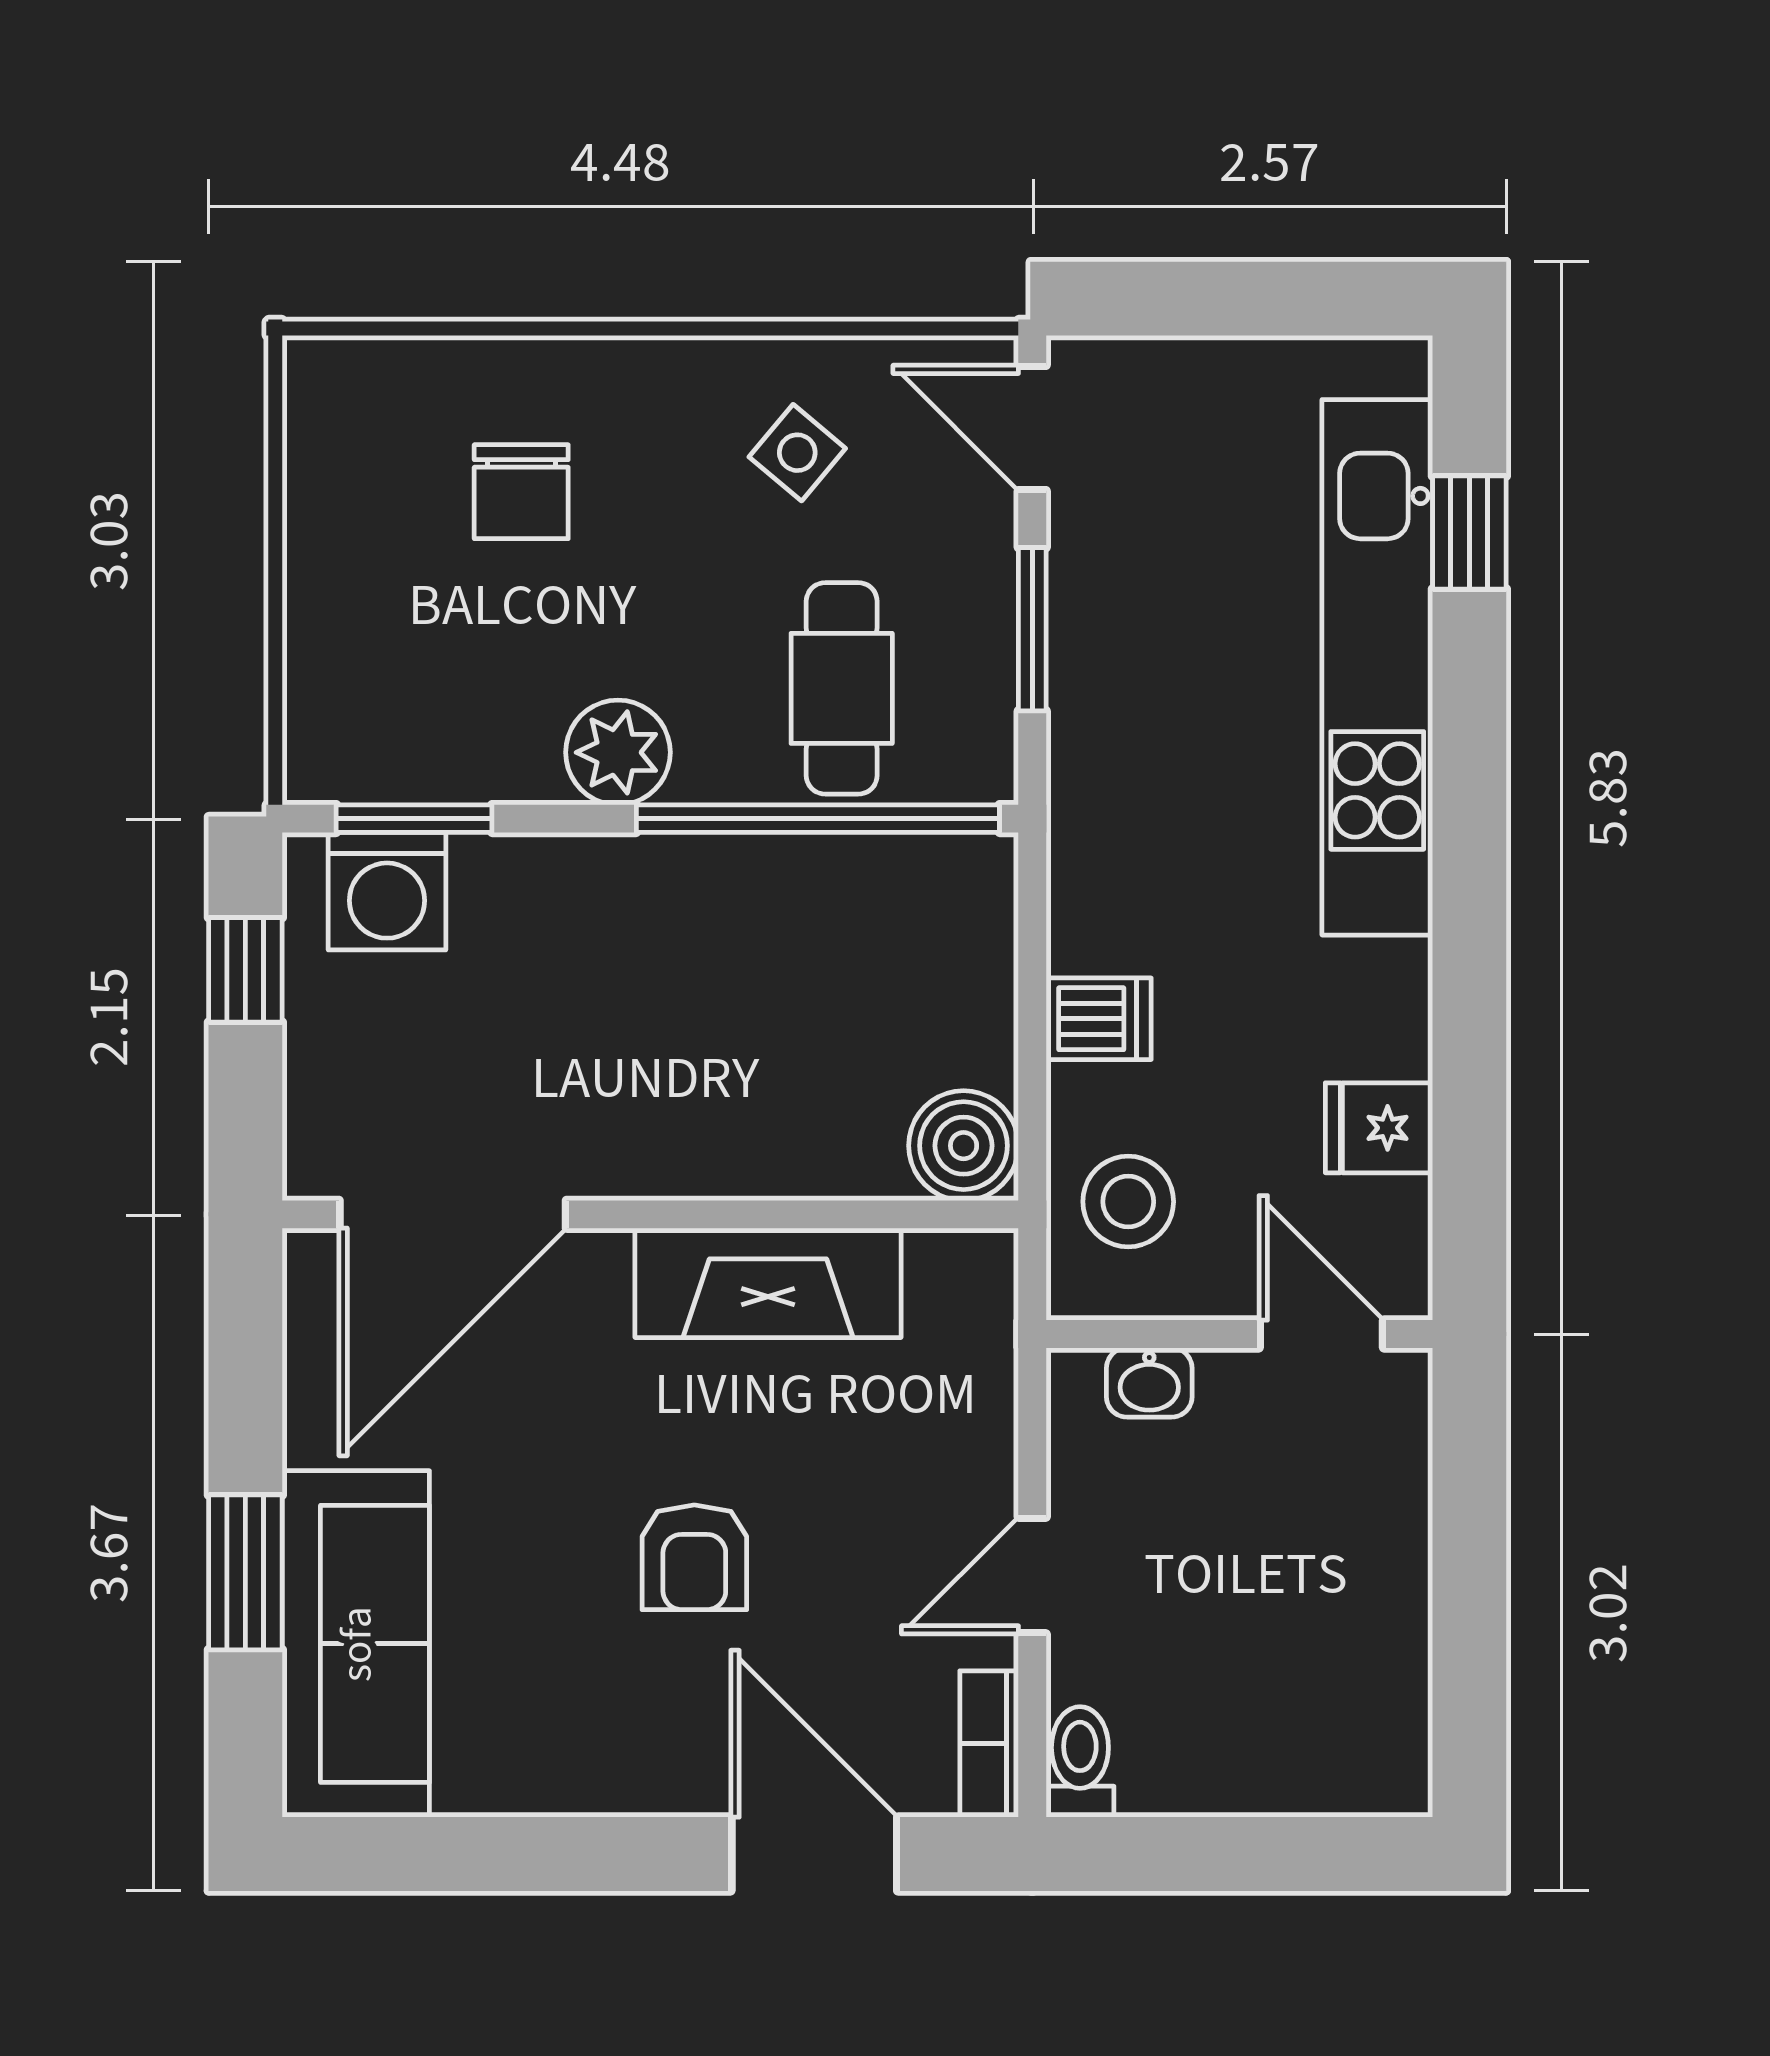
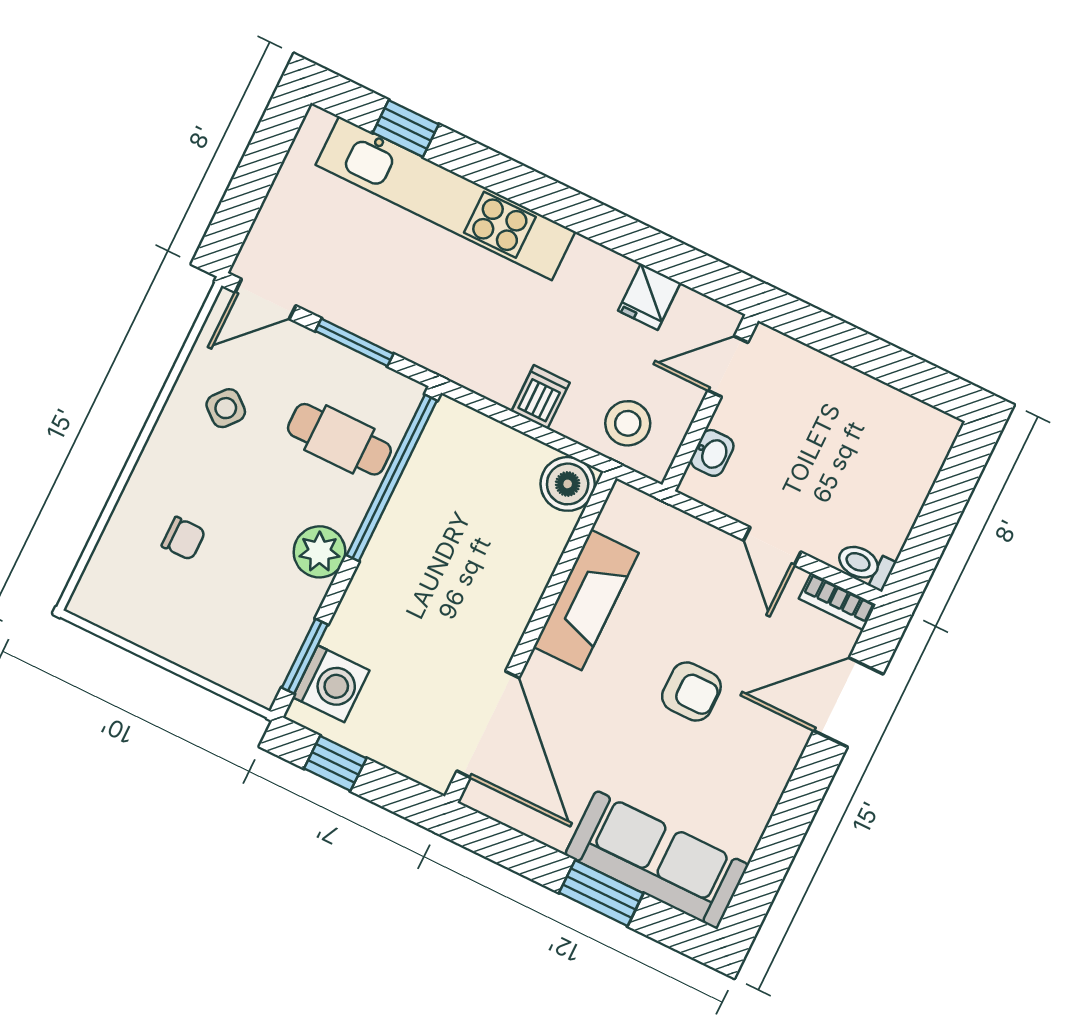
chair: (521, 492) -> (183, 538), width x0.73, depth x0.73

